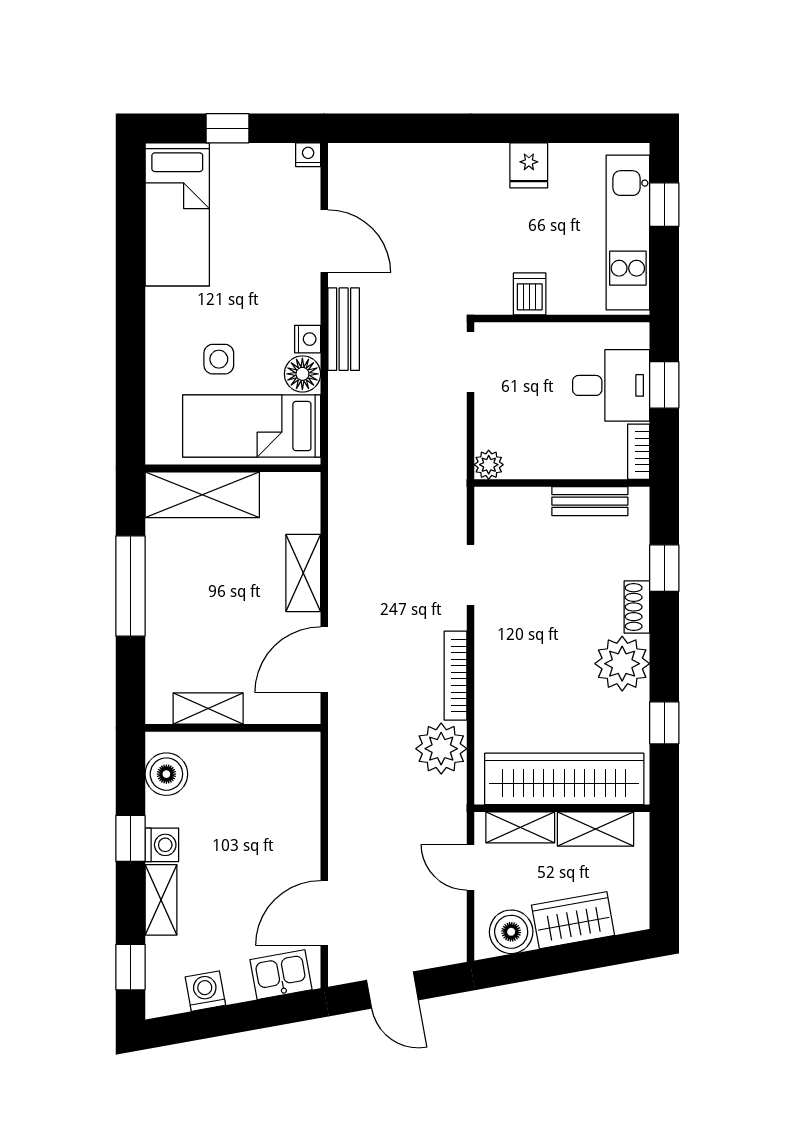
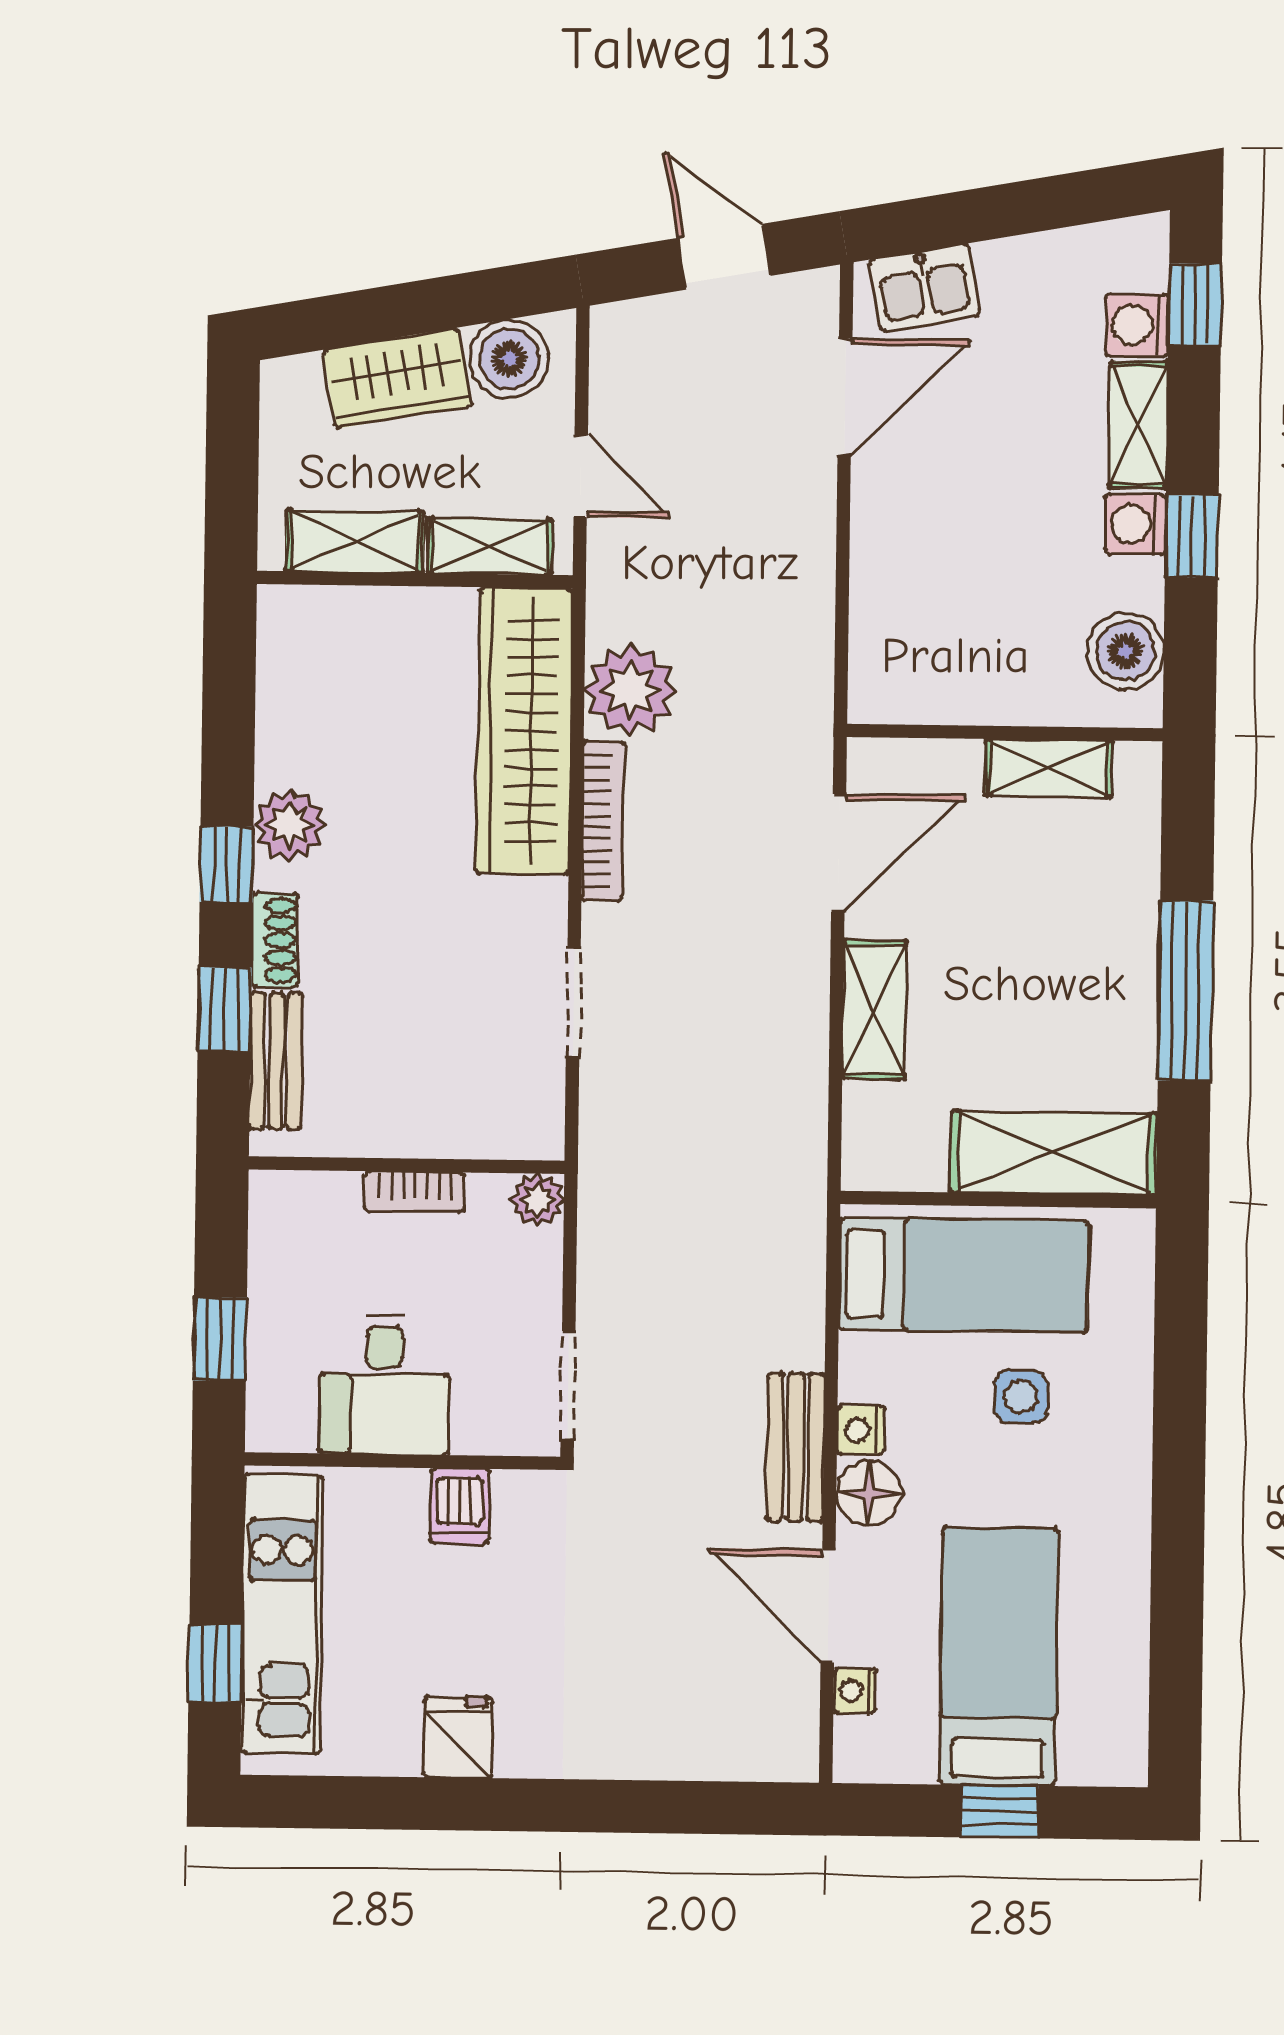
nightstand: (308, 155) -> (855, 1691), moved, turned 90
bed: (177, 214) -> (999, 1657), moved
floor lamp: (302, 374) -> (869, 1493), moved
desk: (611, 385) -> (384, 1385), moved, turned -90
bookcase: (639, 452) -> (415, 1192), moved, turned 90
bench: (590, 501) -> (276, 1061), moved, turned 90
plant: (622, 664) -> (290, 825), width x0.73, depth x0.73
window: (664, 723) -> (227, 864), moved
wardrobe: (564, 779) -> (524, 731), moved, turned 90
washing machine: (205, 991) -> (1137, 325), moved, turned 100

